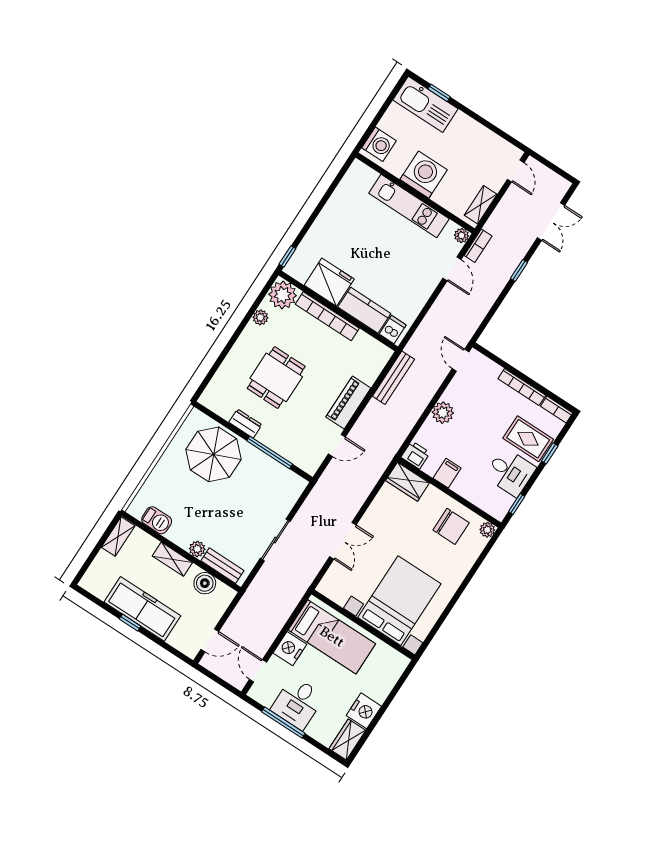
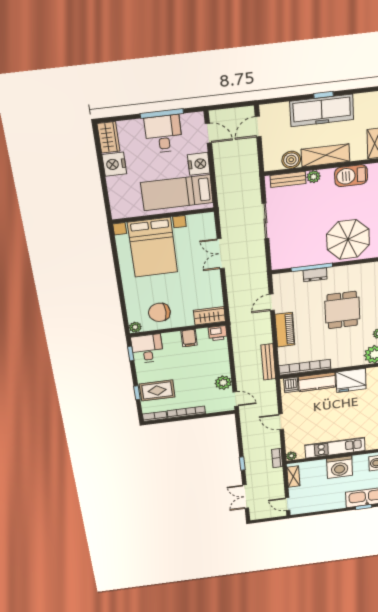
door: (452, 269) -> (281, 422), moved
bookcase: (327, 316) -> (305, 367), moved
plant: (443, 413) -> (223, 383), moved
dresser: (245, 424) -> (315, 275), moved
desk: (510, 472) -> (147, 349), moved, turned 90
barbecue: (157, 520) -> (351, 176), width x1.38, depth x1.27
shelving: (172, 559) -> (326, 155), width x1.50, depth x1.33

